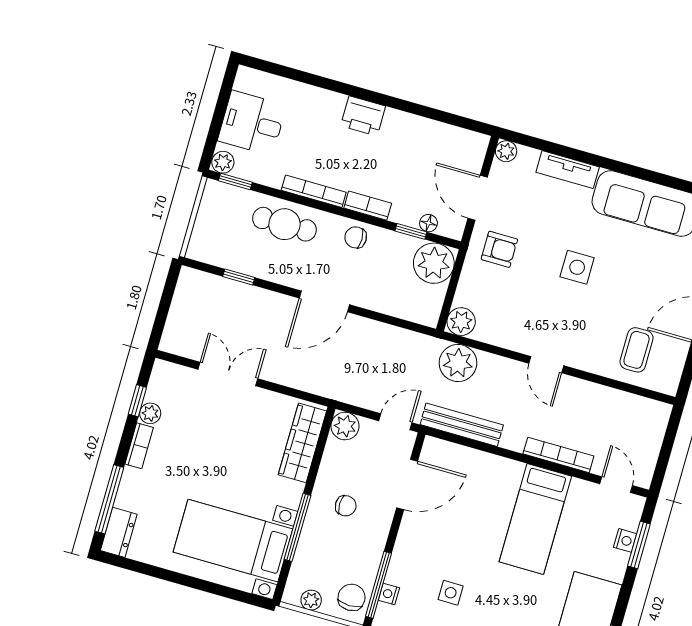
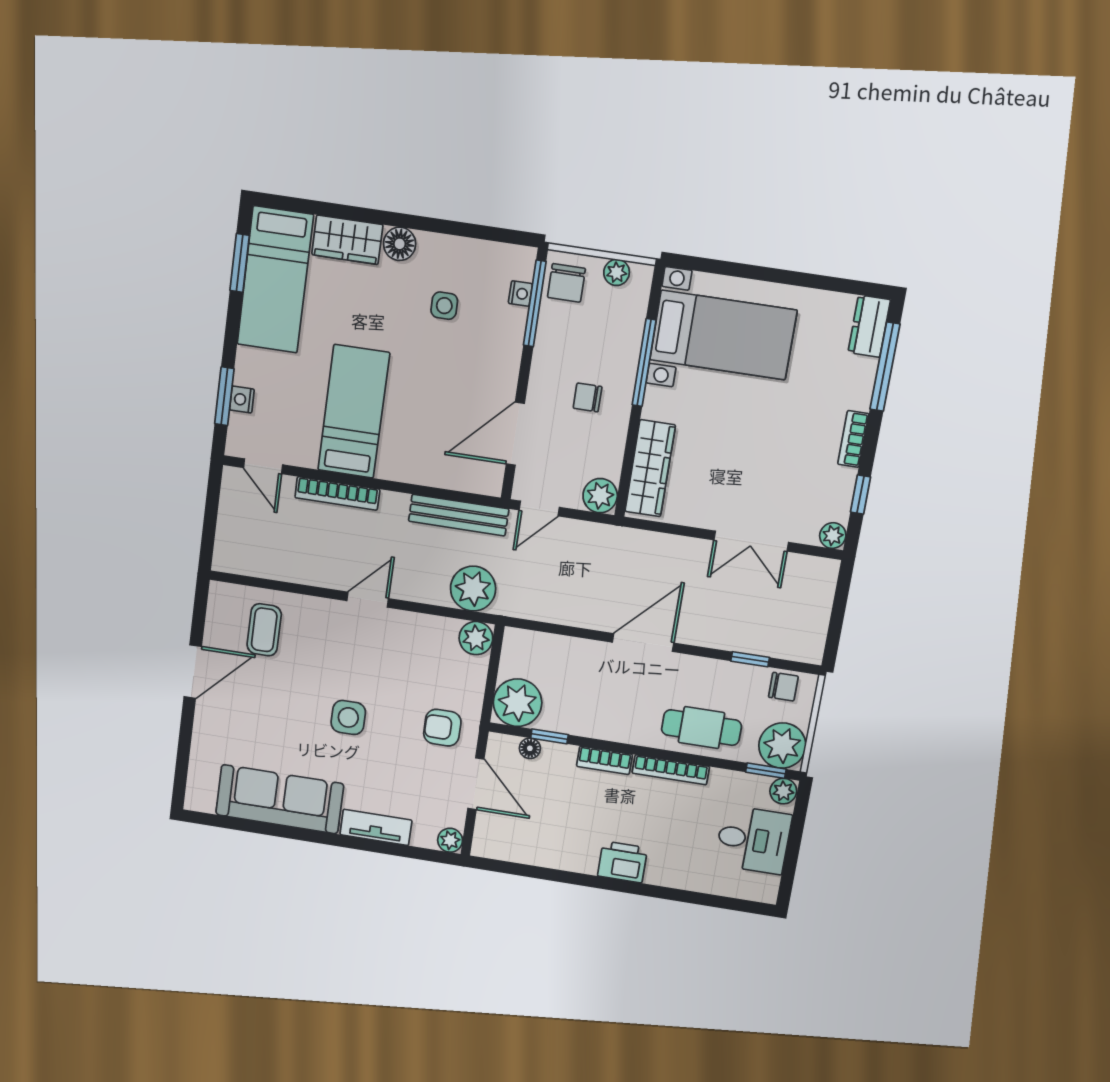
plant: (220, 201) -> (782, 746), added
chair: (356, 237) -> (783, 687), moved
door: (546, 365) -> (368, 600), hinge flipped
plant: (150, 413) -> (833, 536), moved

